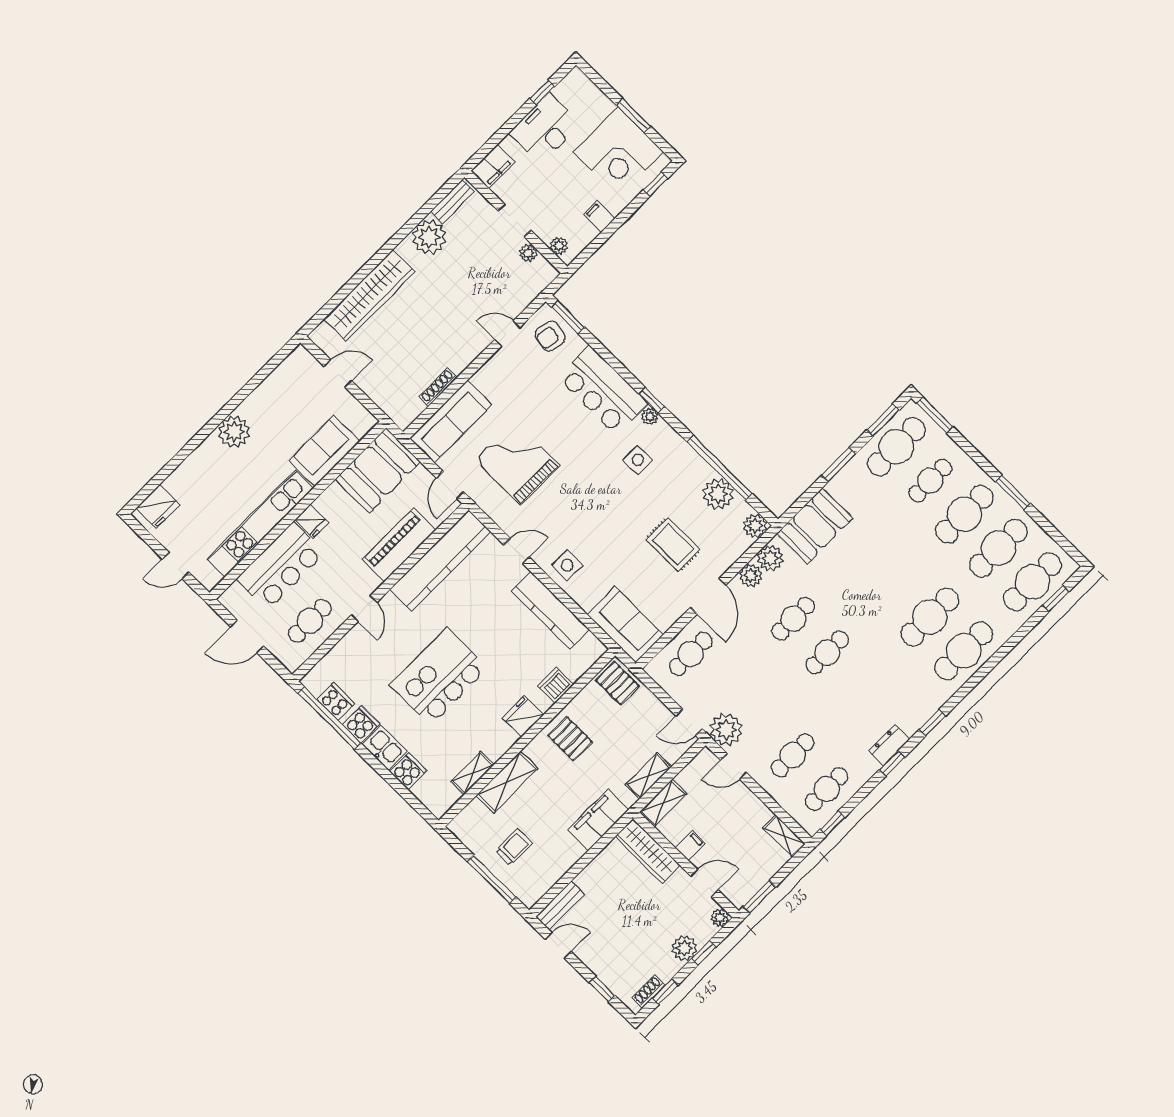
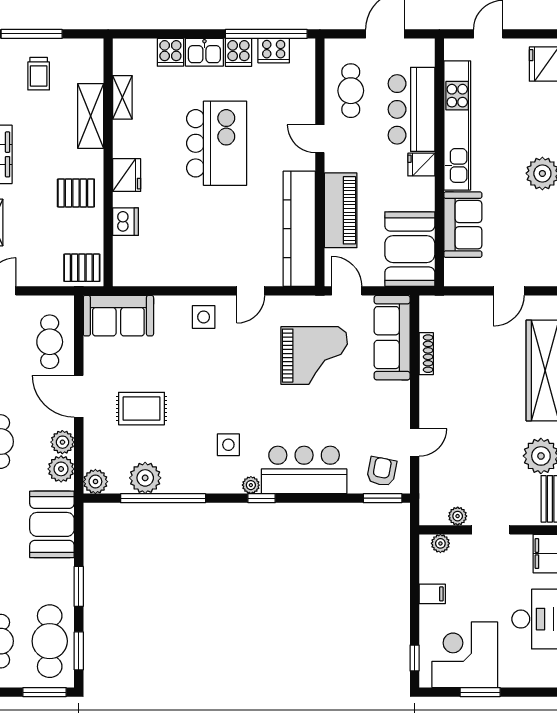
kitchen counter: (550, 610) -> (183, 272), removed

